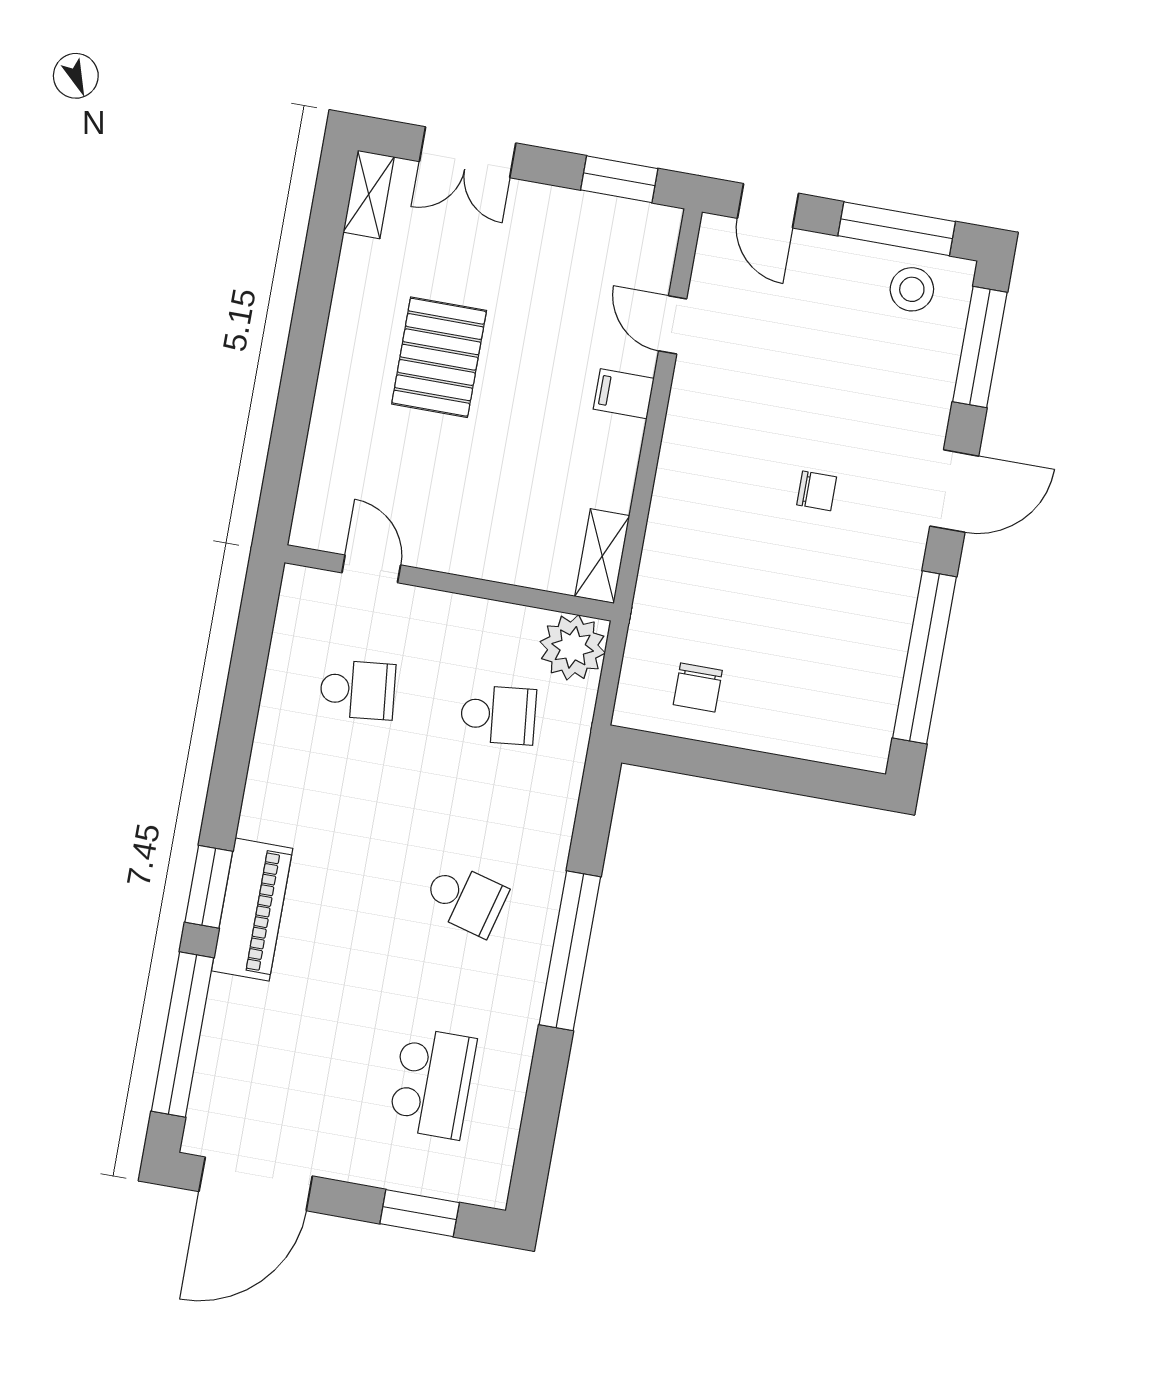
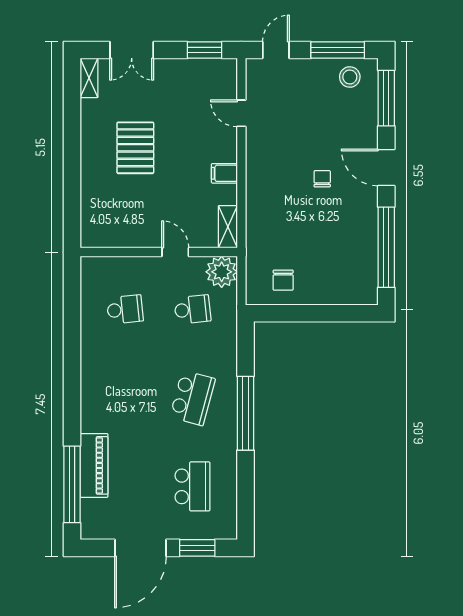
door: (768, 206) -> (276, 50), swing flipped
filing cabinet: (624, 394) -> (224, 173), moved
chair: (817, 491) -> (322, 179), turned -90
door: (954, 491) -> (386, 167), swing flipped
door: (371, 569) -> (175, 252), moved
window: (209, 887) -> (72, 413), removed
school desk: (465, 899) -> (192, 398), width x1.85
piano: (252, 910) -> (94, 465), moved
door: (256, 1184) -> (140, 548), moved

